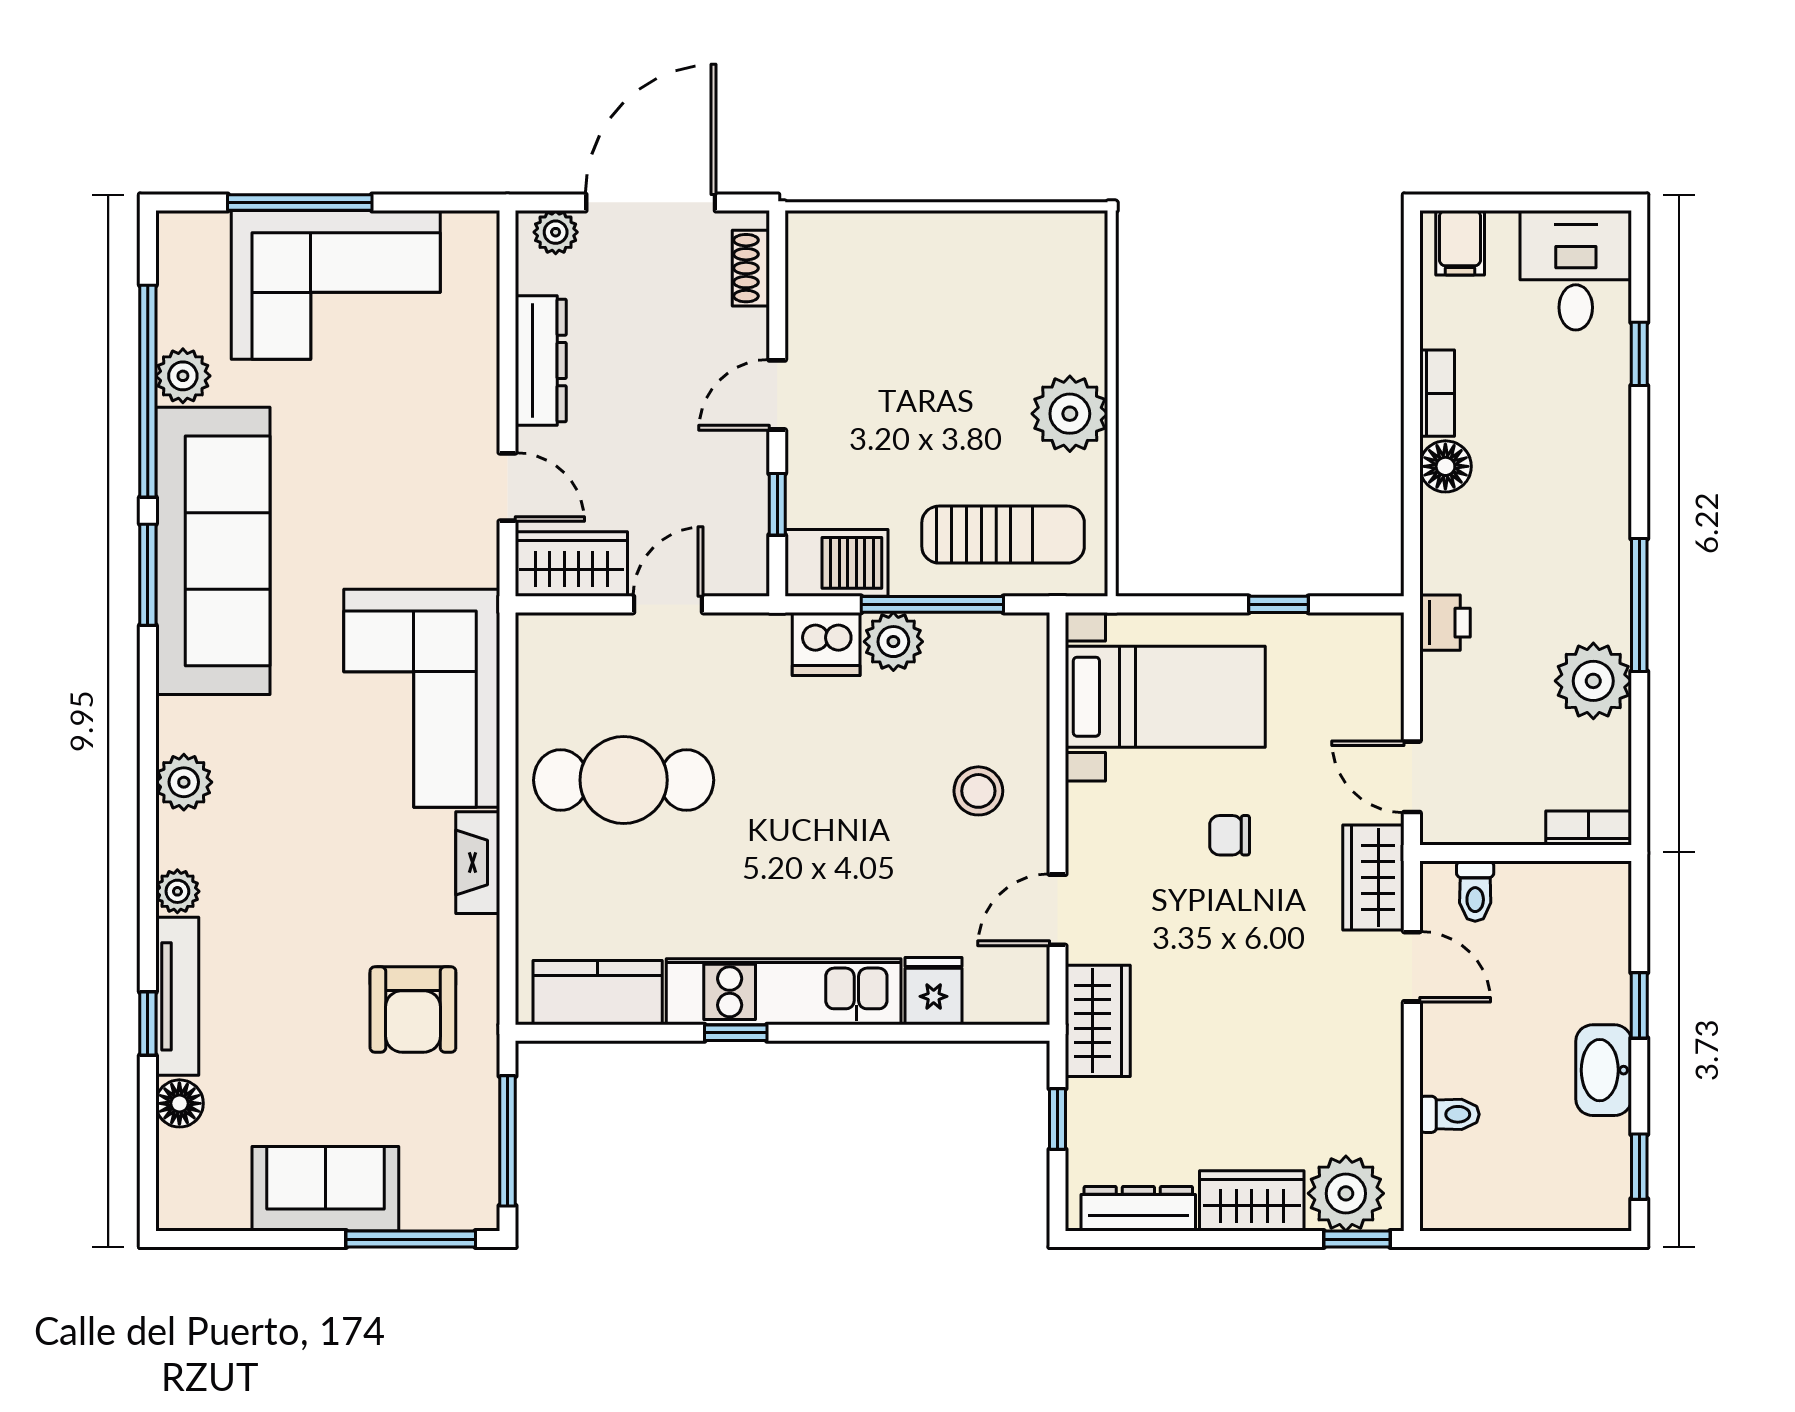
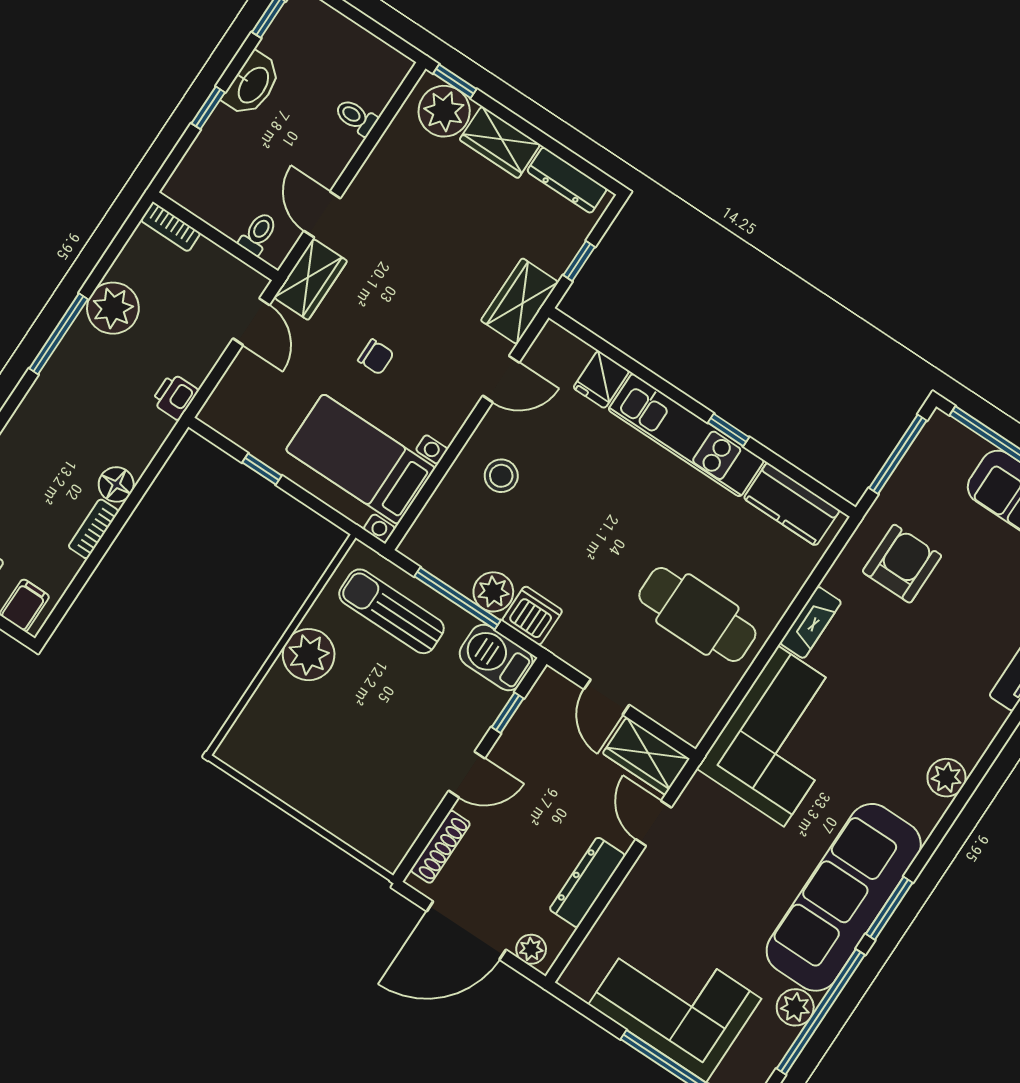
shoe rack: (751, 268) -> (440, 847), width x1.43
door: (668, 604) -> (607, 697), hinge flipped
plant: (177, 891) -> (991, 718), removed

